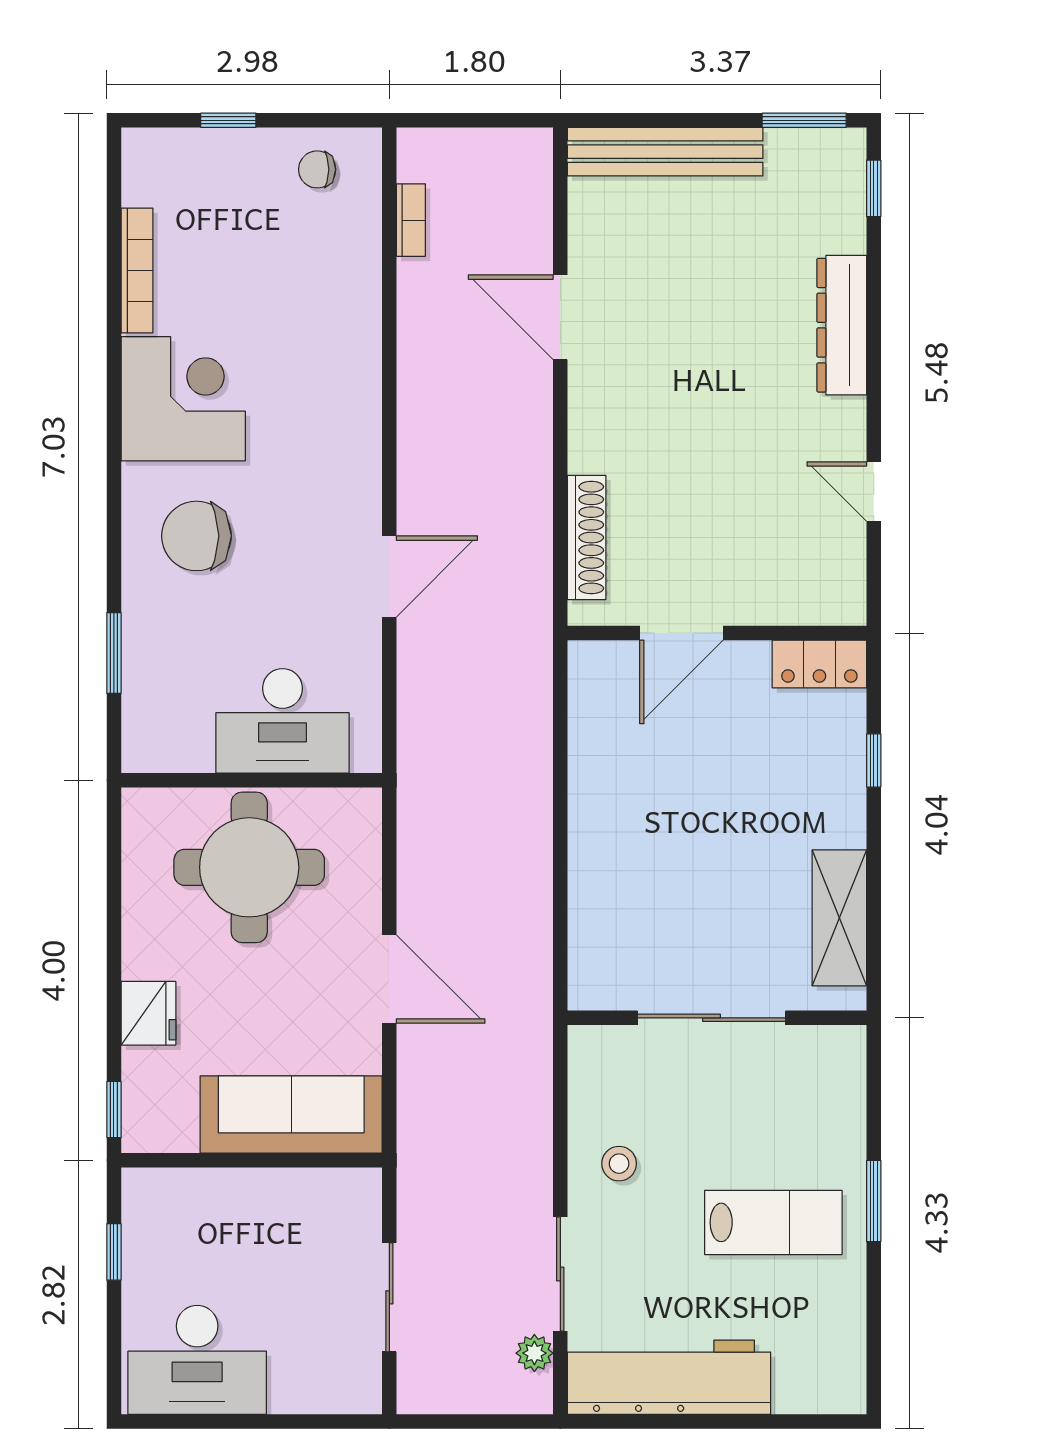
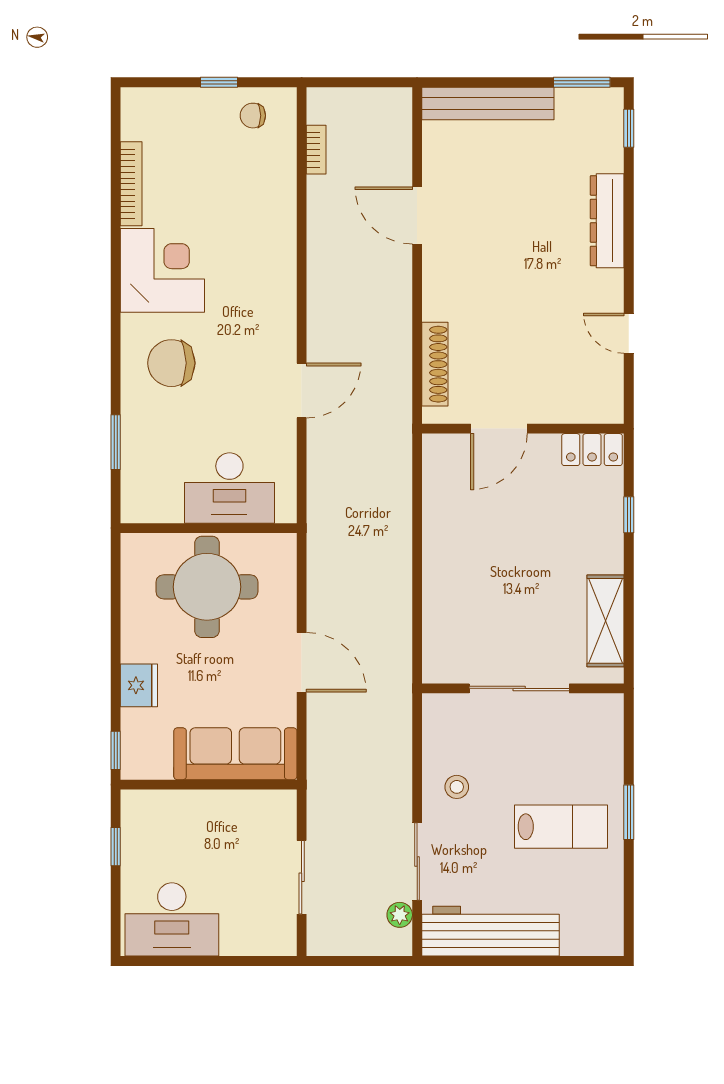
window: (228, 120) -> (219, 82), moved

